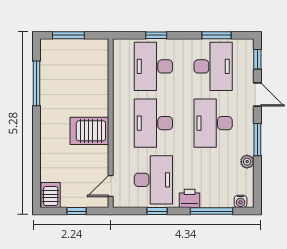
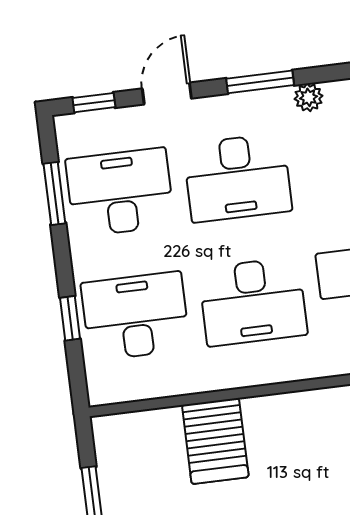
desk: (153, 66) -> (135, 316), turned 180
server rack: (89, 131) -> (215, 441), moved

